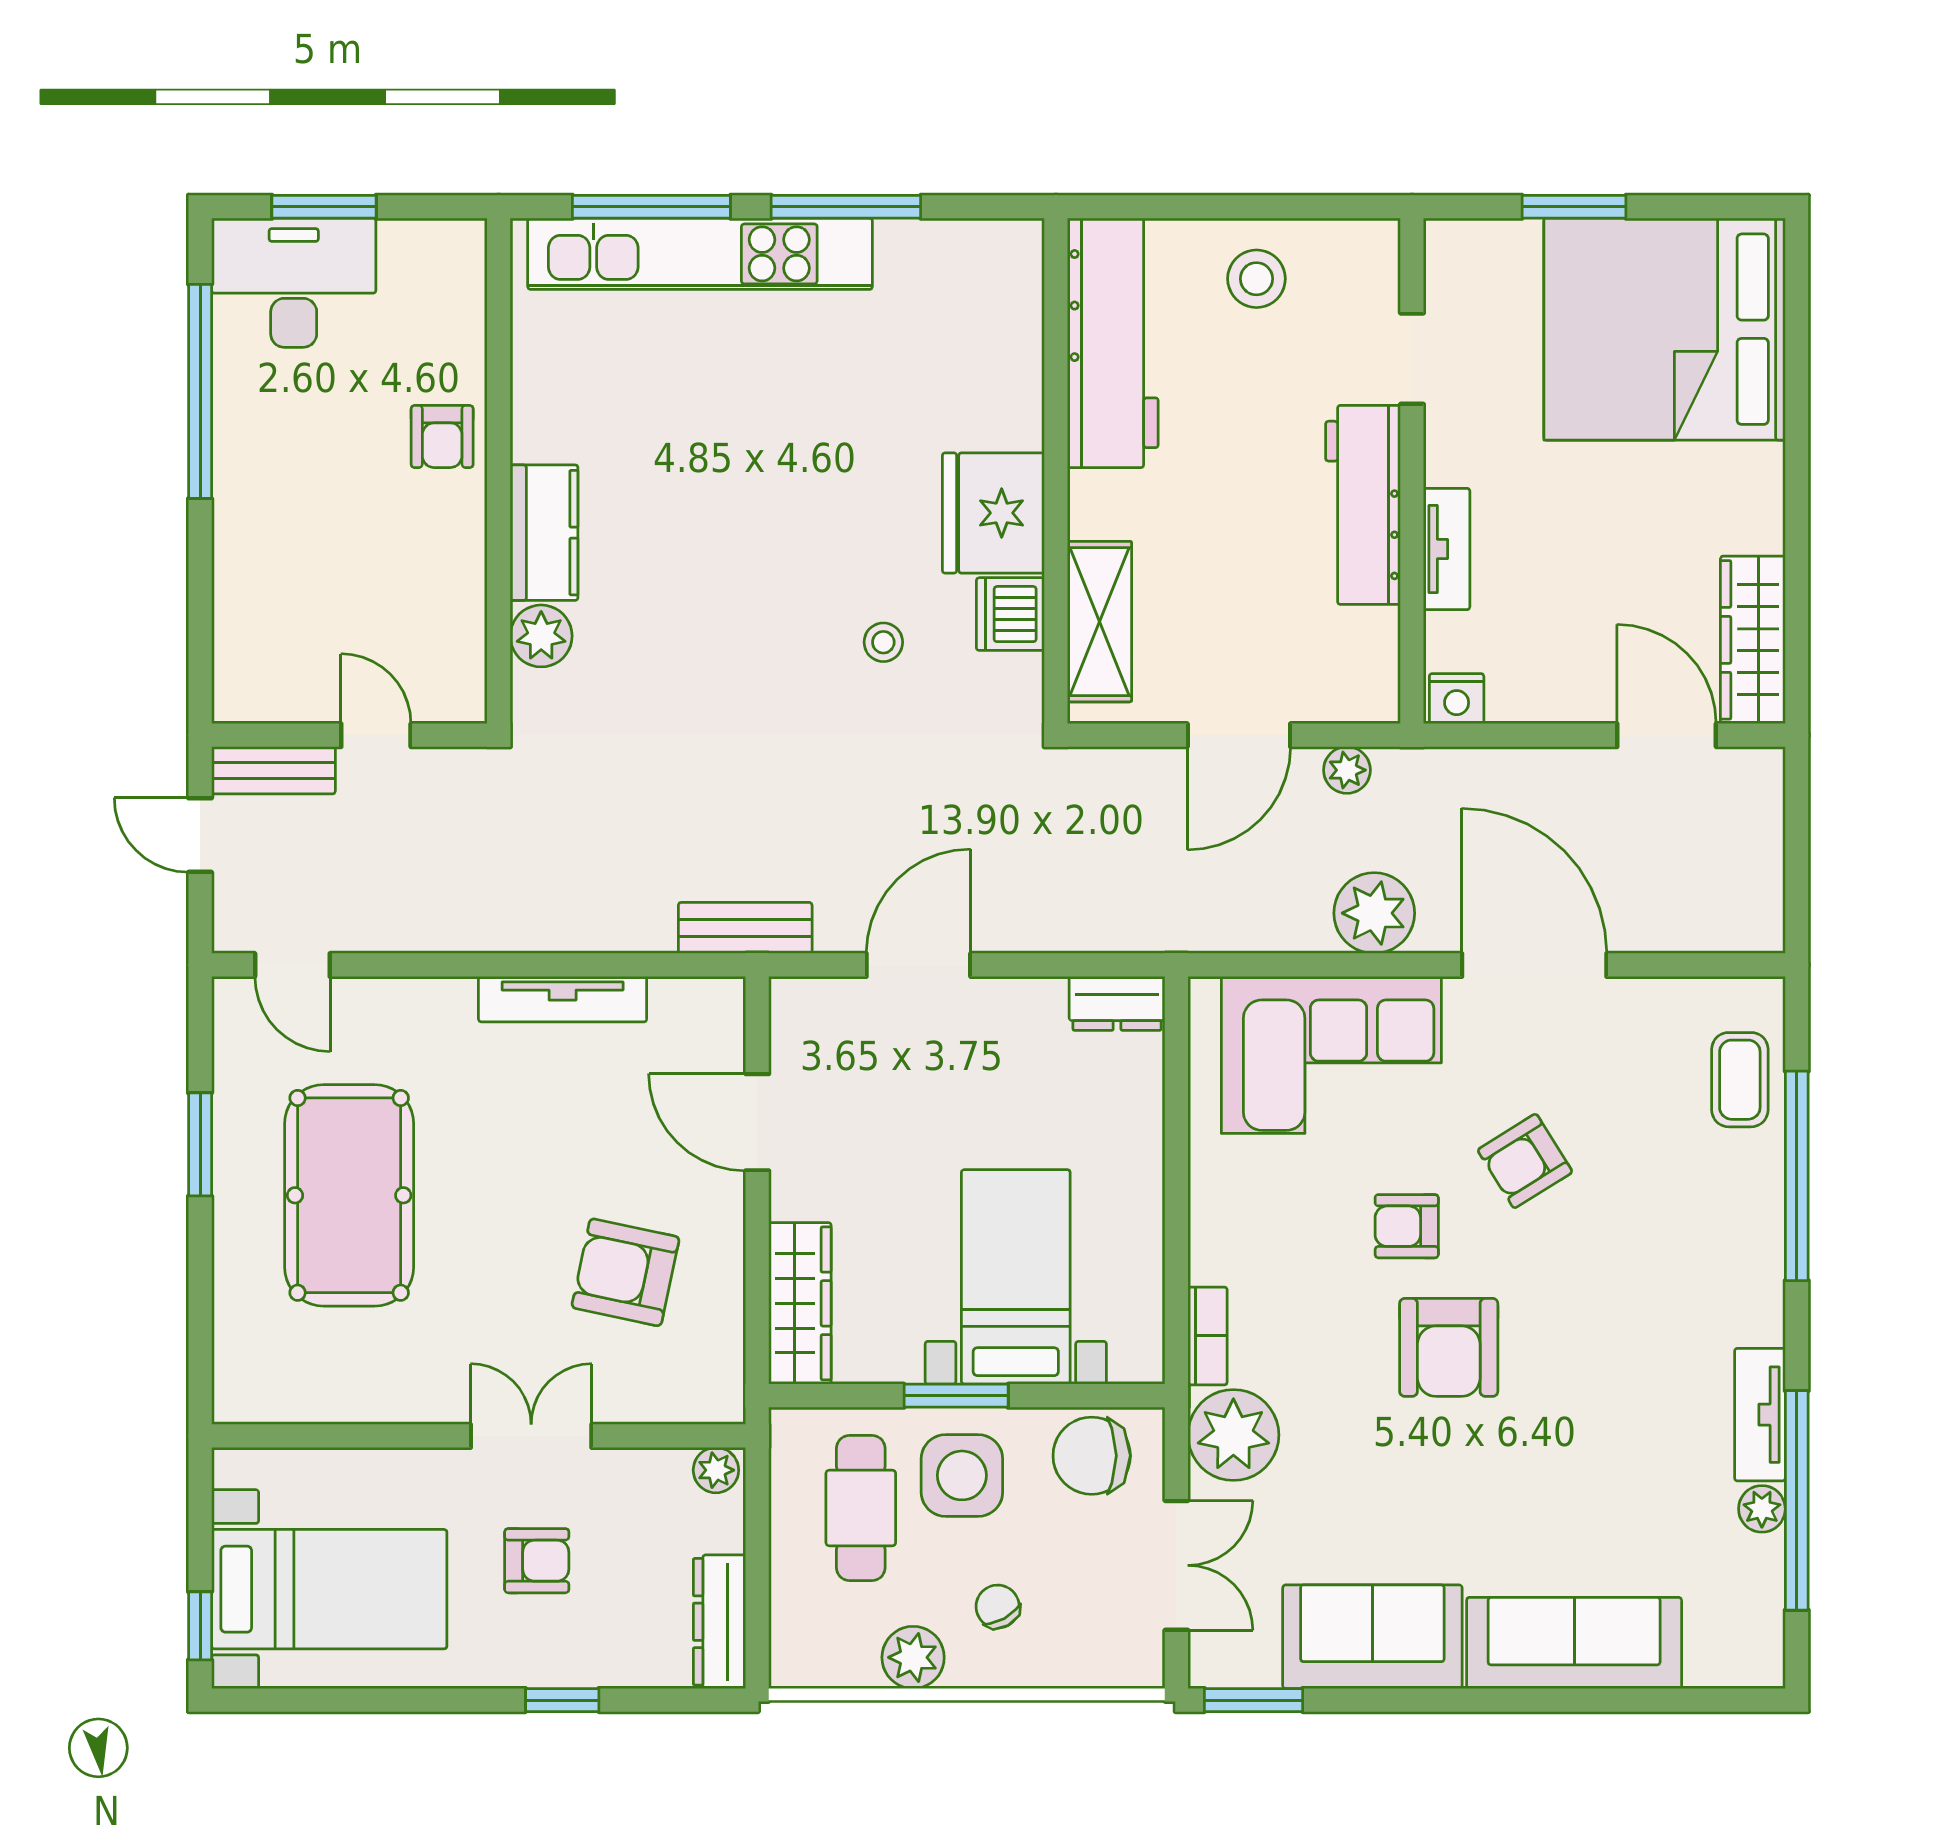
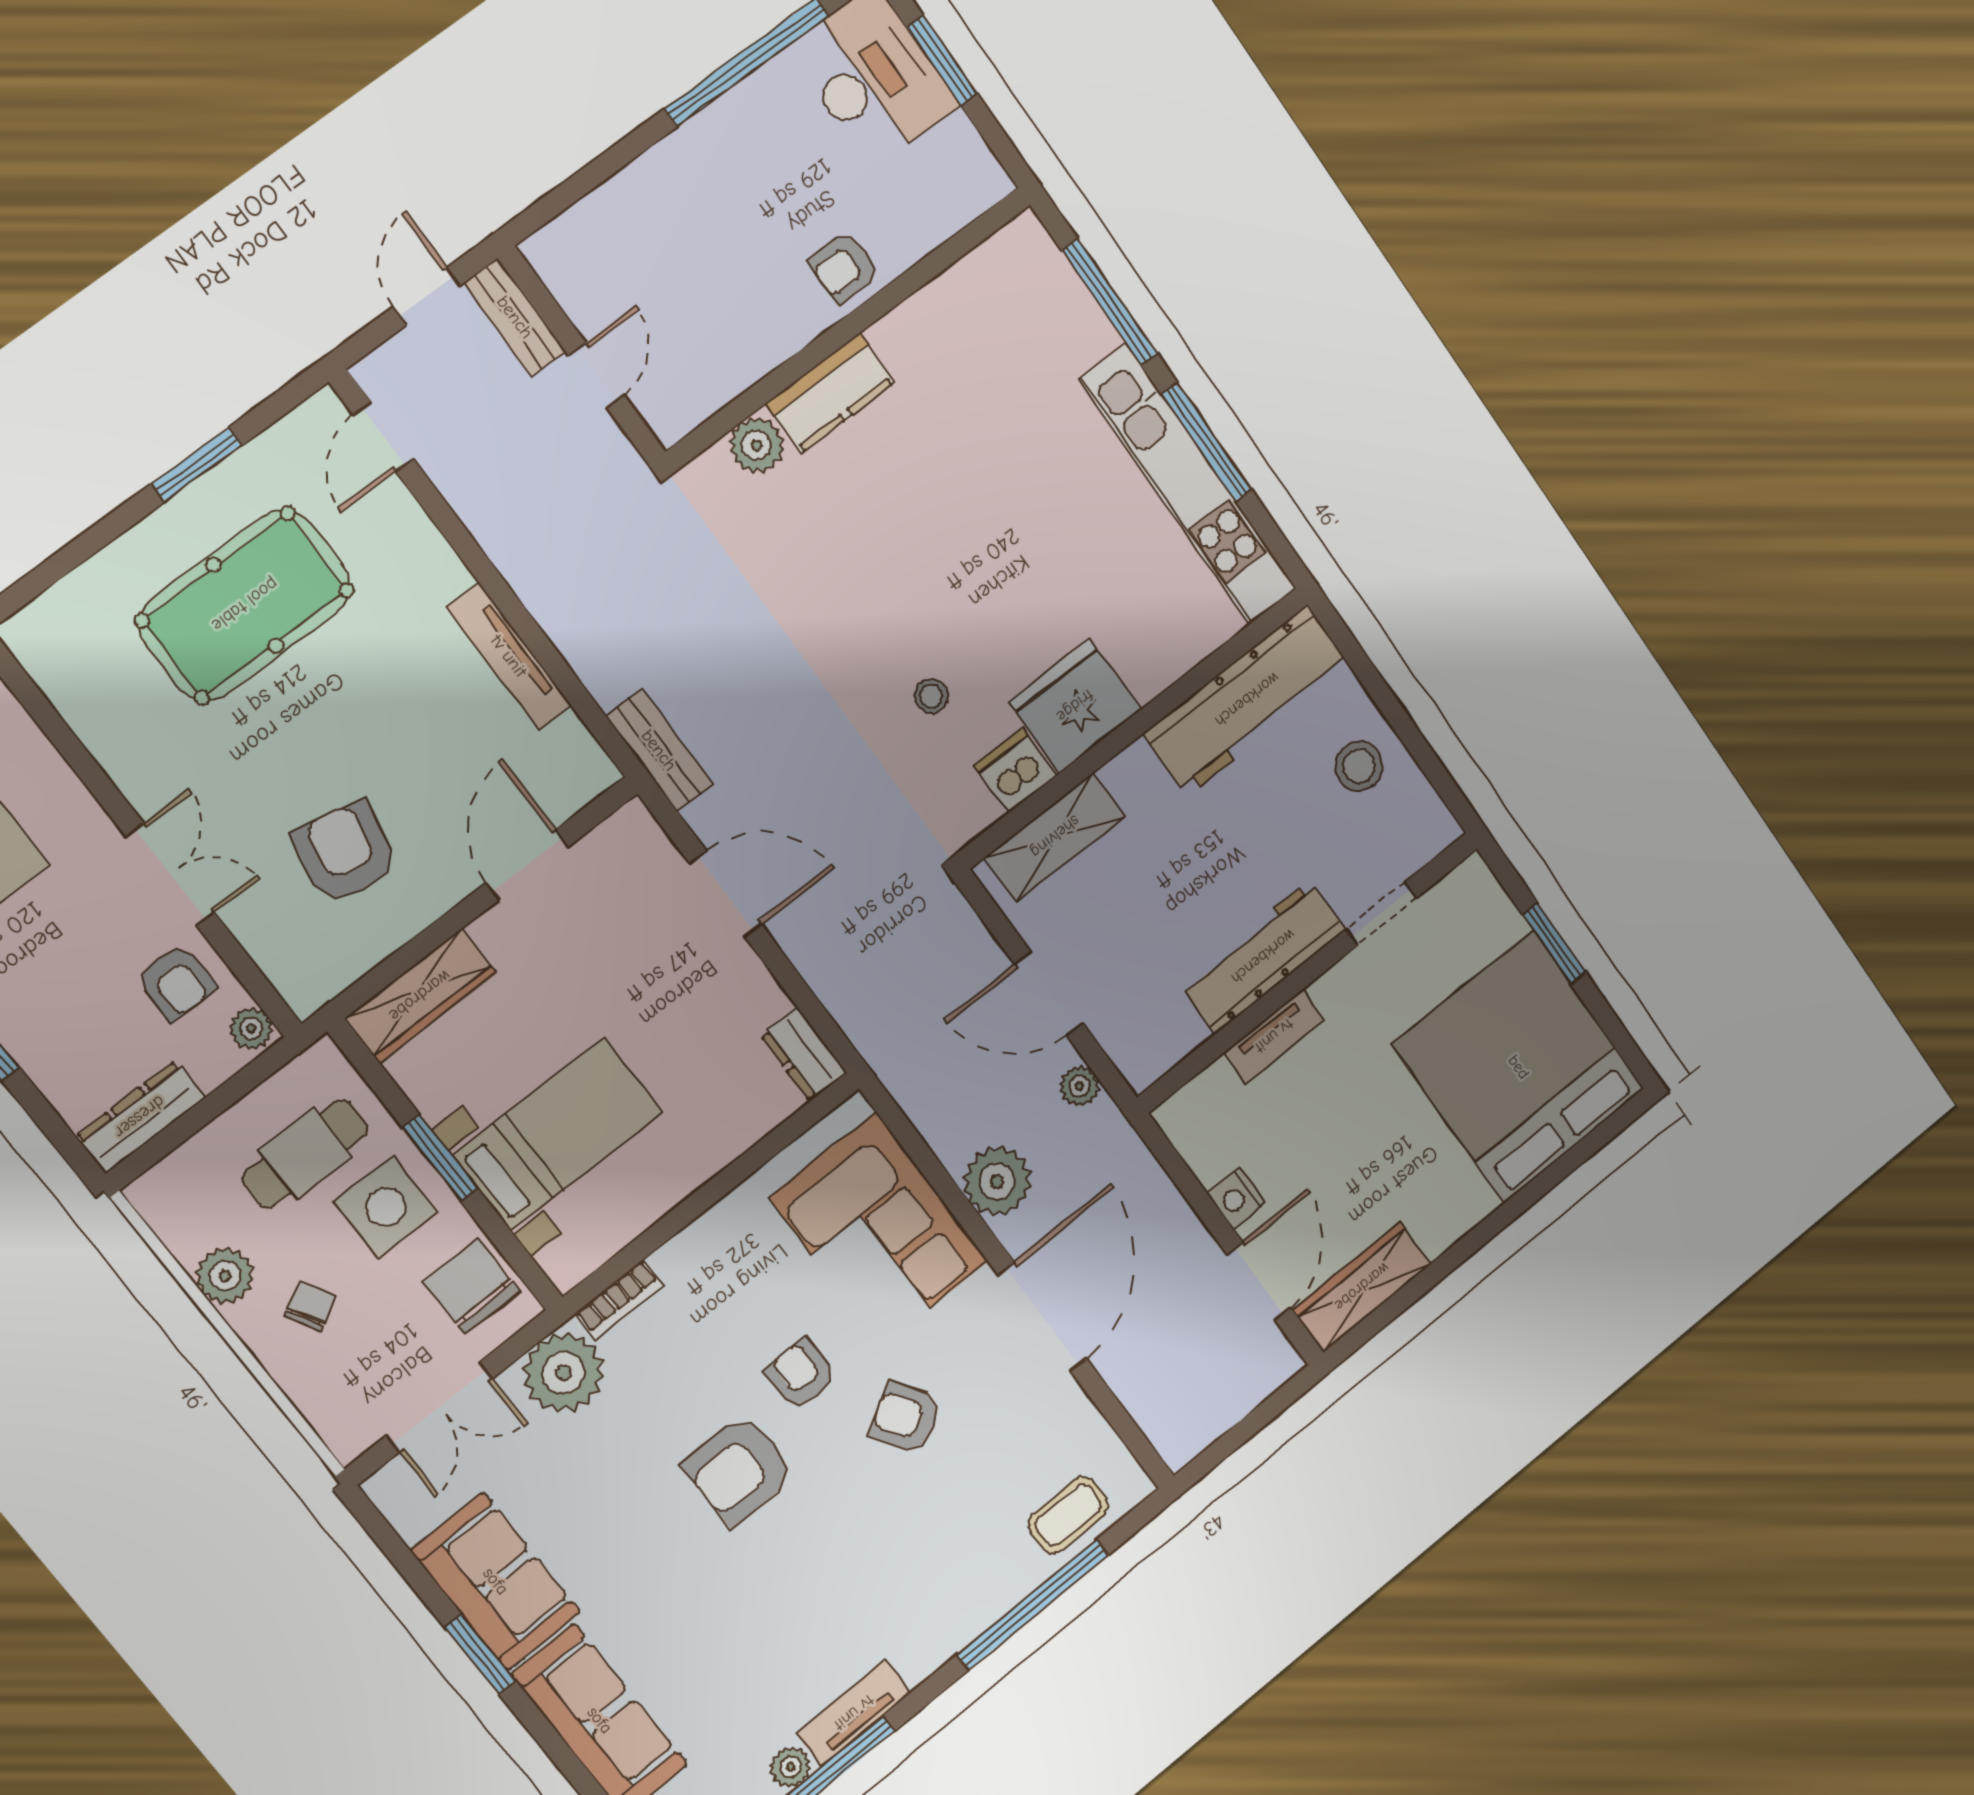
kitchen unit: (700, 254) -> (1188, 485), moved
nightstand: (1457, 699) -> (1236, 1198), moved
armchair: (537, 1561) -> (176, 982), moved
window: (1253, 1700) -> (480, 1654), moved

